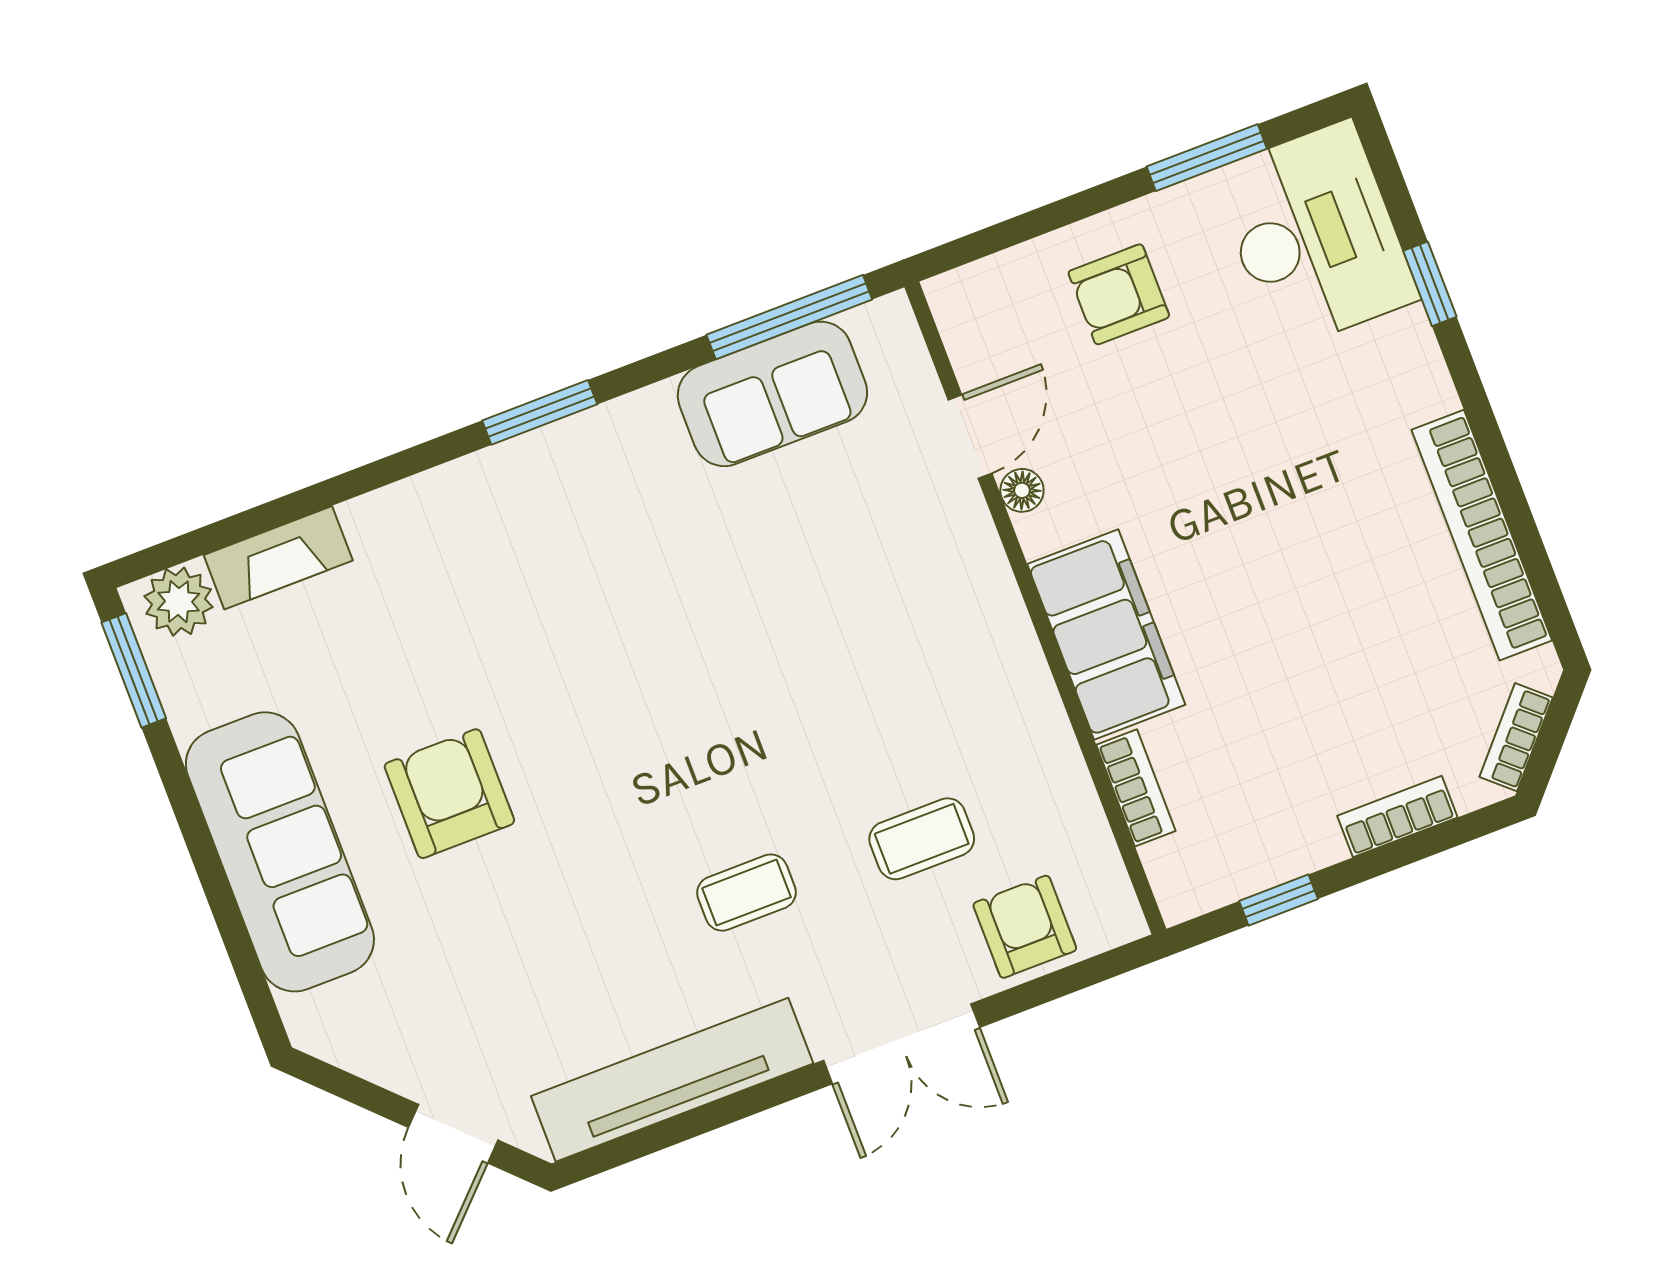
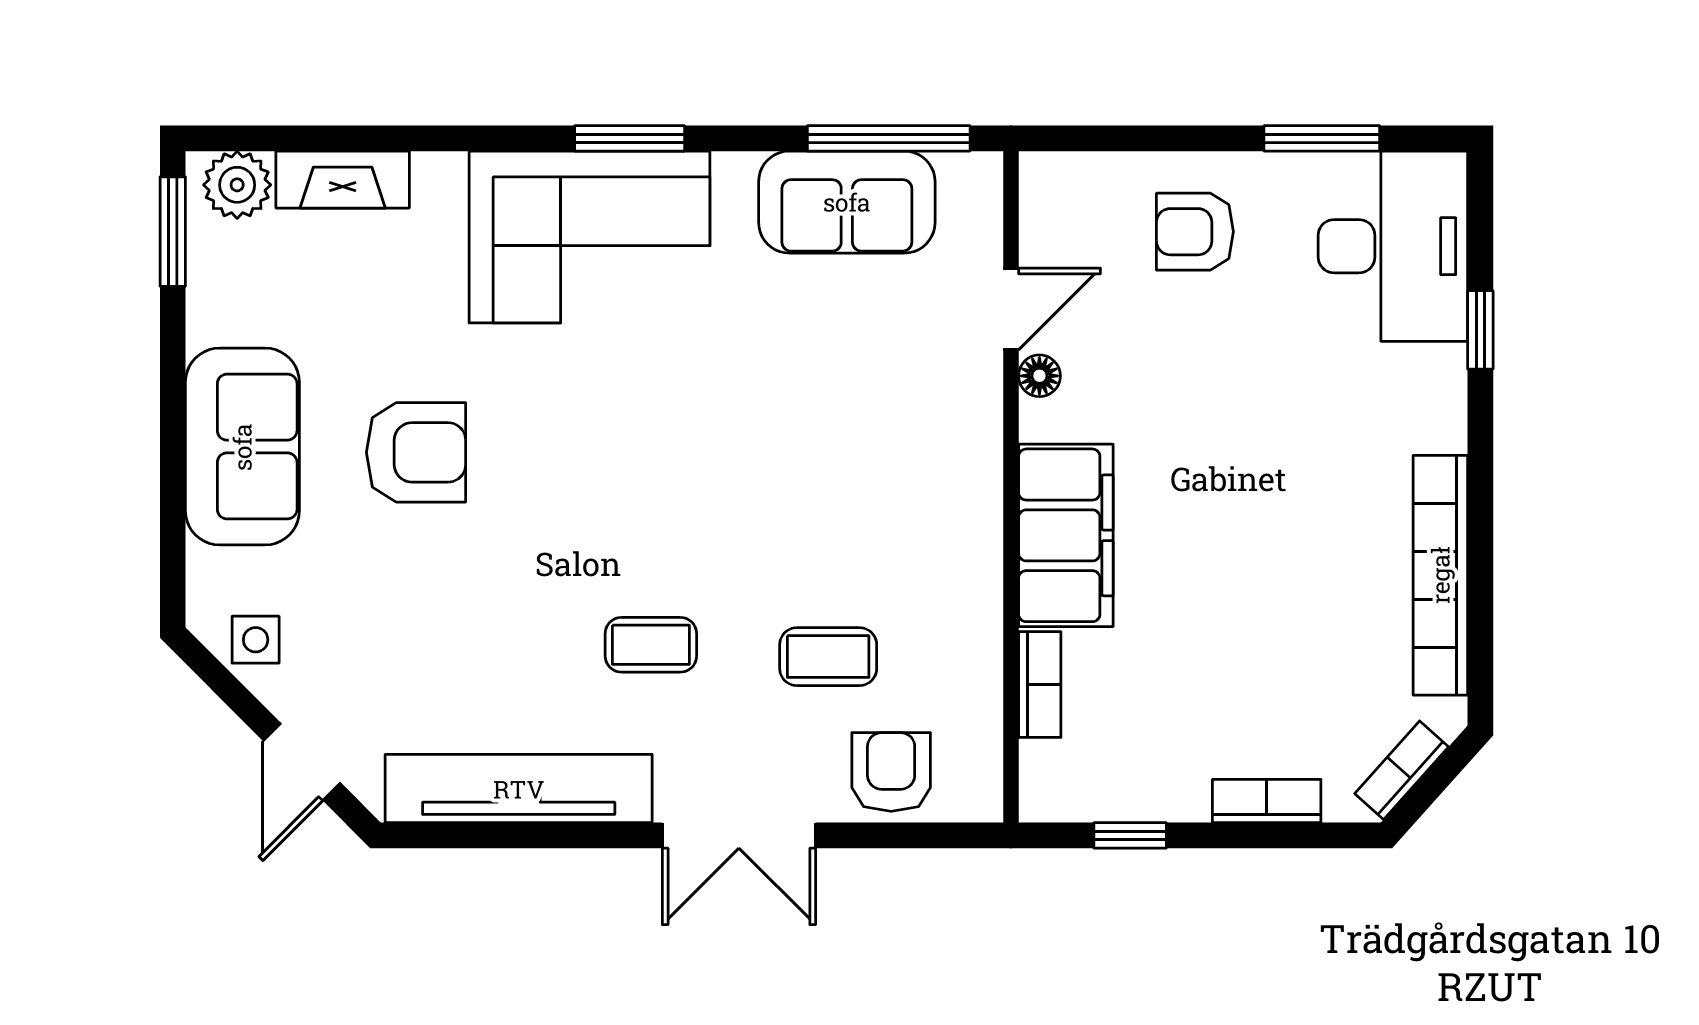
corner sofa: (537, 522) -> (590, 237), added
armchair: (449, 794) -> (416, 452), turned 90
sofa: (280, 852) -> (242, 447), width x0.73
side table: (364, 1033) -> (256, 640), added

